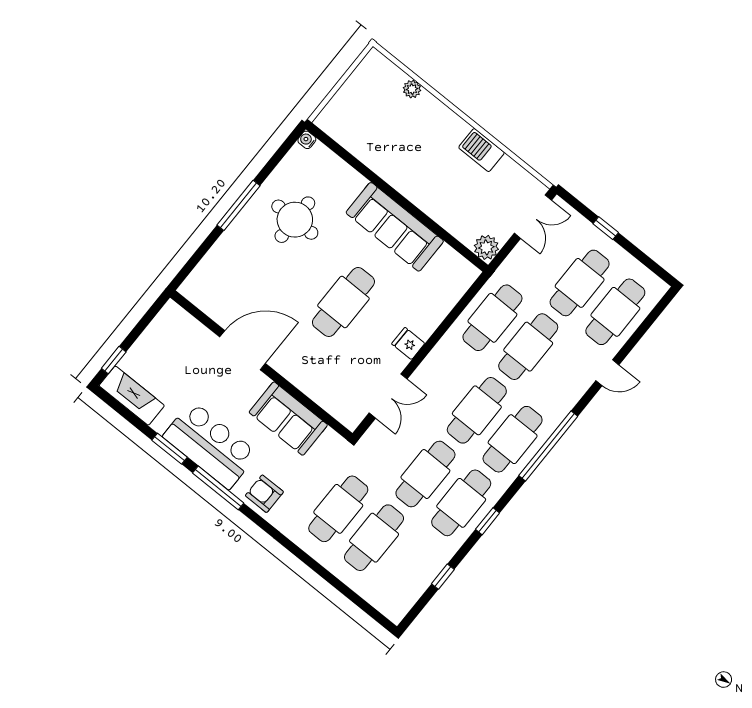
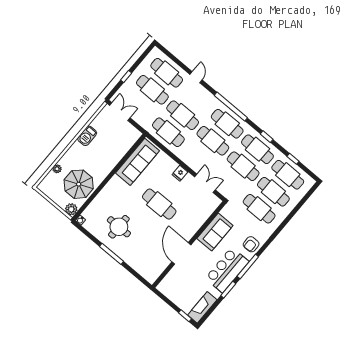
parasol: (381, 135) -> (79, 184), added
sofa: (395, 227) -> (137, 162), moved
plant: (486, 247) -> (71, 209), moved
cafe table: (410, 567) -> (288, 175), added

